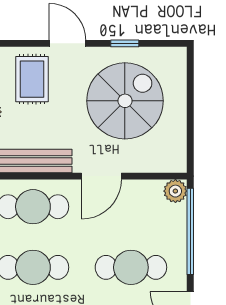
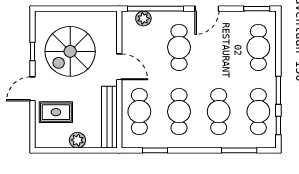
spiral stairs: (125, 101) -> (70, 51), turned -90
plant: (175, 191) -> (143, 18), moved

